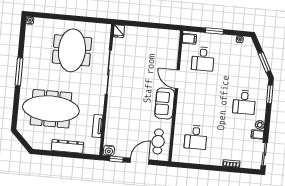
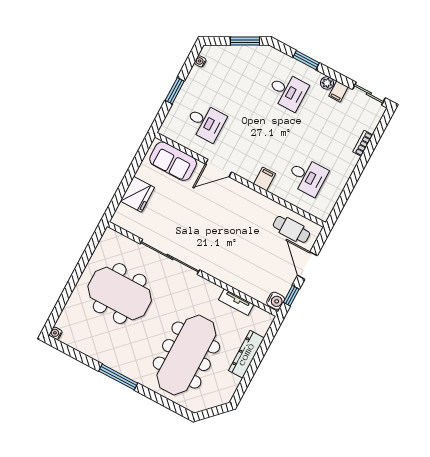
fridge: (119, 31) -> (137, 194), moved, width x1.88, depth x1.34
filing cabinet: (189, 39) -> (265, 179), moved
window: (270, 94) -> (306, 60), moved
sofa: (165, 103) -> (173, 161), moved

